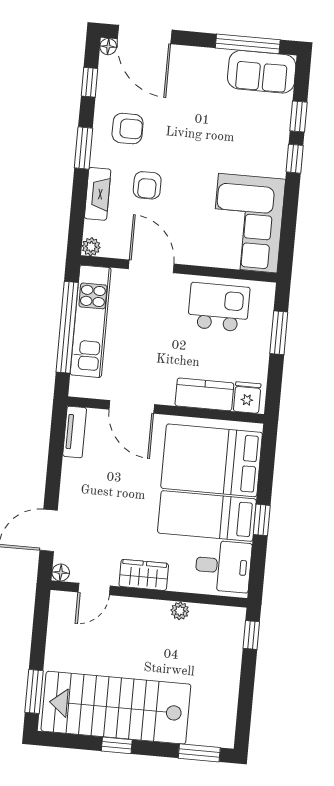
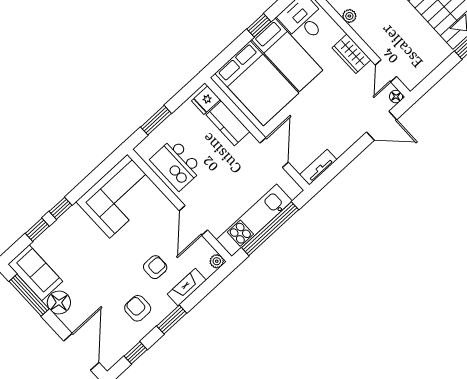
floor lamp: (108, 47) -> (59, 303), moved, width x1.89, depth x1.89
door: (94, 589) -> (386, 71), swing flipped

